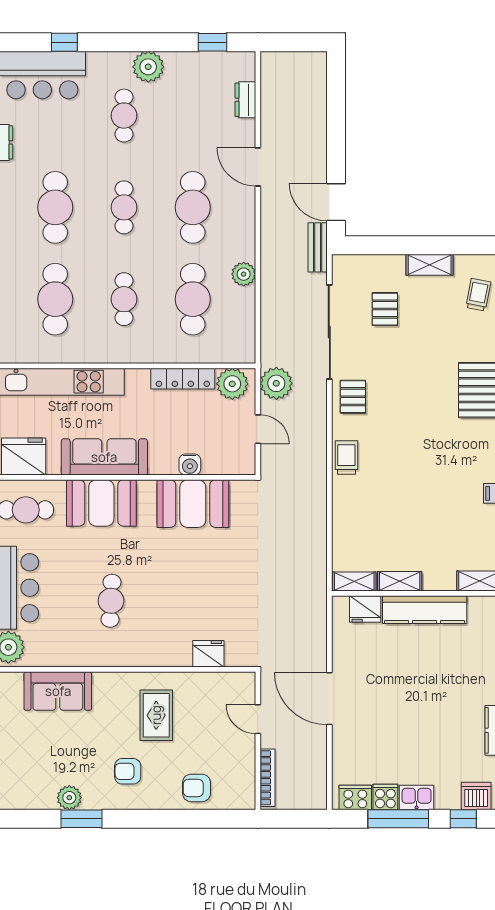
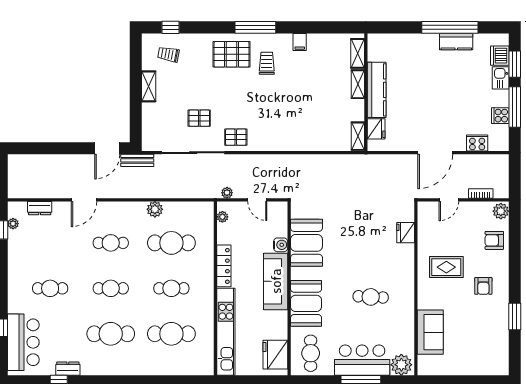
plant: (148, 67) -> (13, 224), moved, width x0.53, depth x0.53
cafe table: (193, 207) -> (111, 243), width x0.73, depth x0.74
pallet: (385, 309) -> (199, 118), moved
locker: (183, 379) -> (224, 266), moved
plant: (276, 383) -> (227, 193), width x0.53, depth x0.53
plant: (232, 384) -> (222, 217), width x0.53, depth x0.53
door: (258, 429) -> (257, 200), swing flipped
sofa: (104, 457) -> (276, 281), moved
trolley: (346, 457) -> (267, 63), moved, turned 90
shelving: (400, 581) -> (358, 84), moved
bookcase: (267, 778) -> (481, 194), width x0.64
armchair: (197, 788) -> (494, 240), turned 90
cooker: (355, 797) -> (477, 143), moved, turned 90
kitchen sink: (417, 797) -> (501, 78), moved
plant: (69, 798) -> (501, 211), moved
window: (463, 819) -> (515, 64), width x1.50

